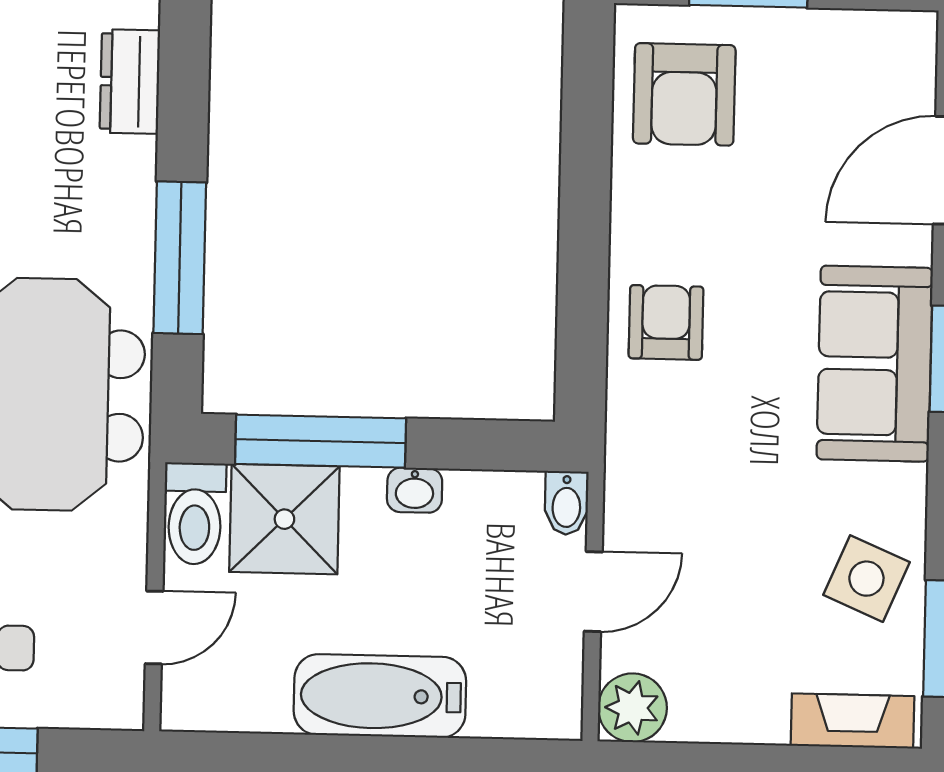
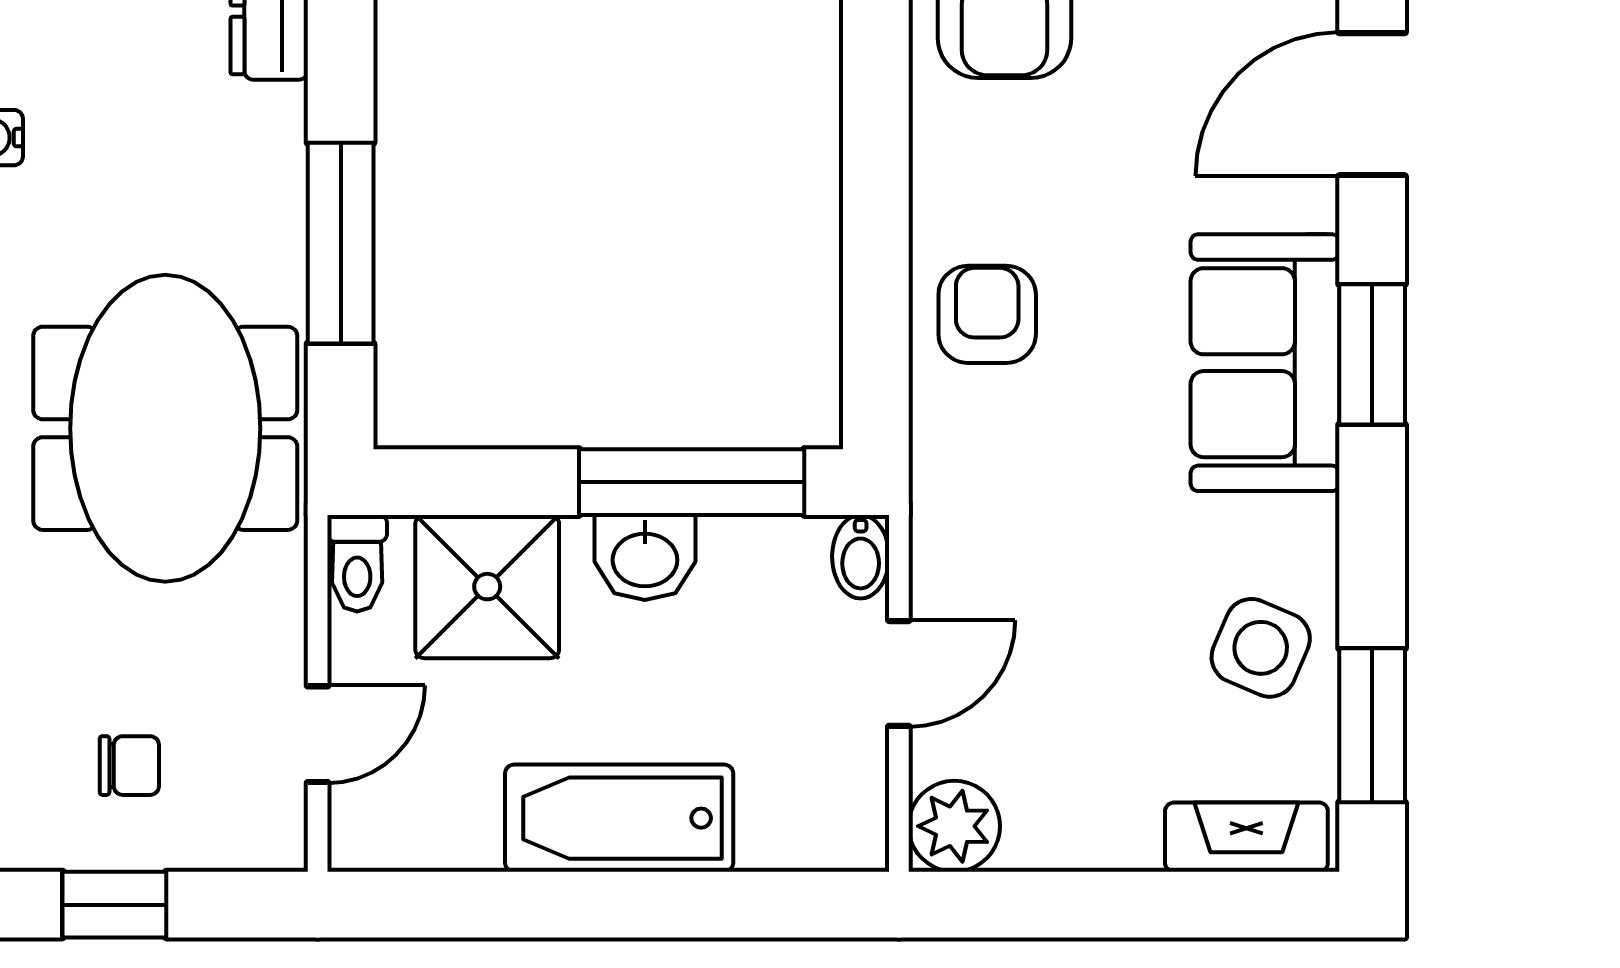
window: (321, 441) -> (692, 482), moved
washbasin: (415, 490) -> (645, 557), width x1.38, depth x1.45
toilet: (195, 514) -> (357, 563), width x0.73, depth x0.72

